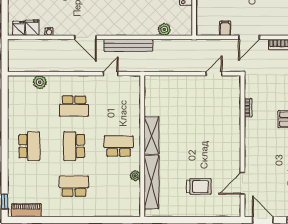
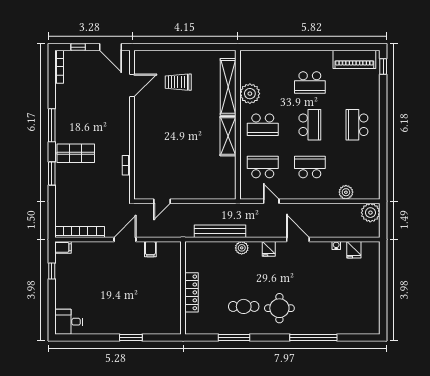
fridge: (19, 28) -> (269, 249), moved
plant: (164, 29) -> (242, 248), moved
bench: (128, 45) -> (220, 231), moved
plant: (17, 63) -> (370, 213), added
door: (111, 74) -> (271, 201), swing flipped
school desk: (119, 106) -> (263, 167), added
plant: (135, 176) -> (250, 94), width x1.87, depth x1.87
piano: (26, 210) -> (354, 59), width x1.37, depth x1.33

